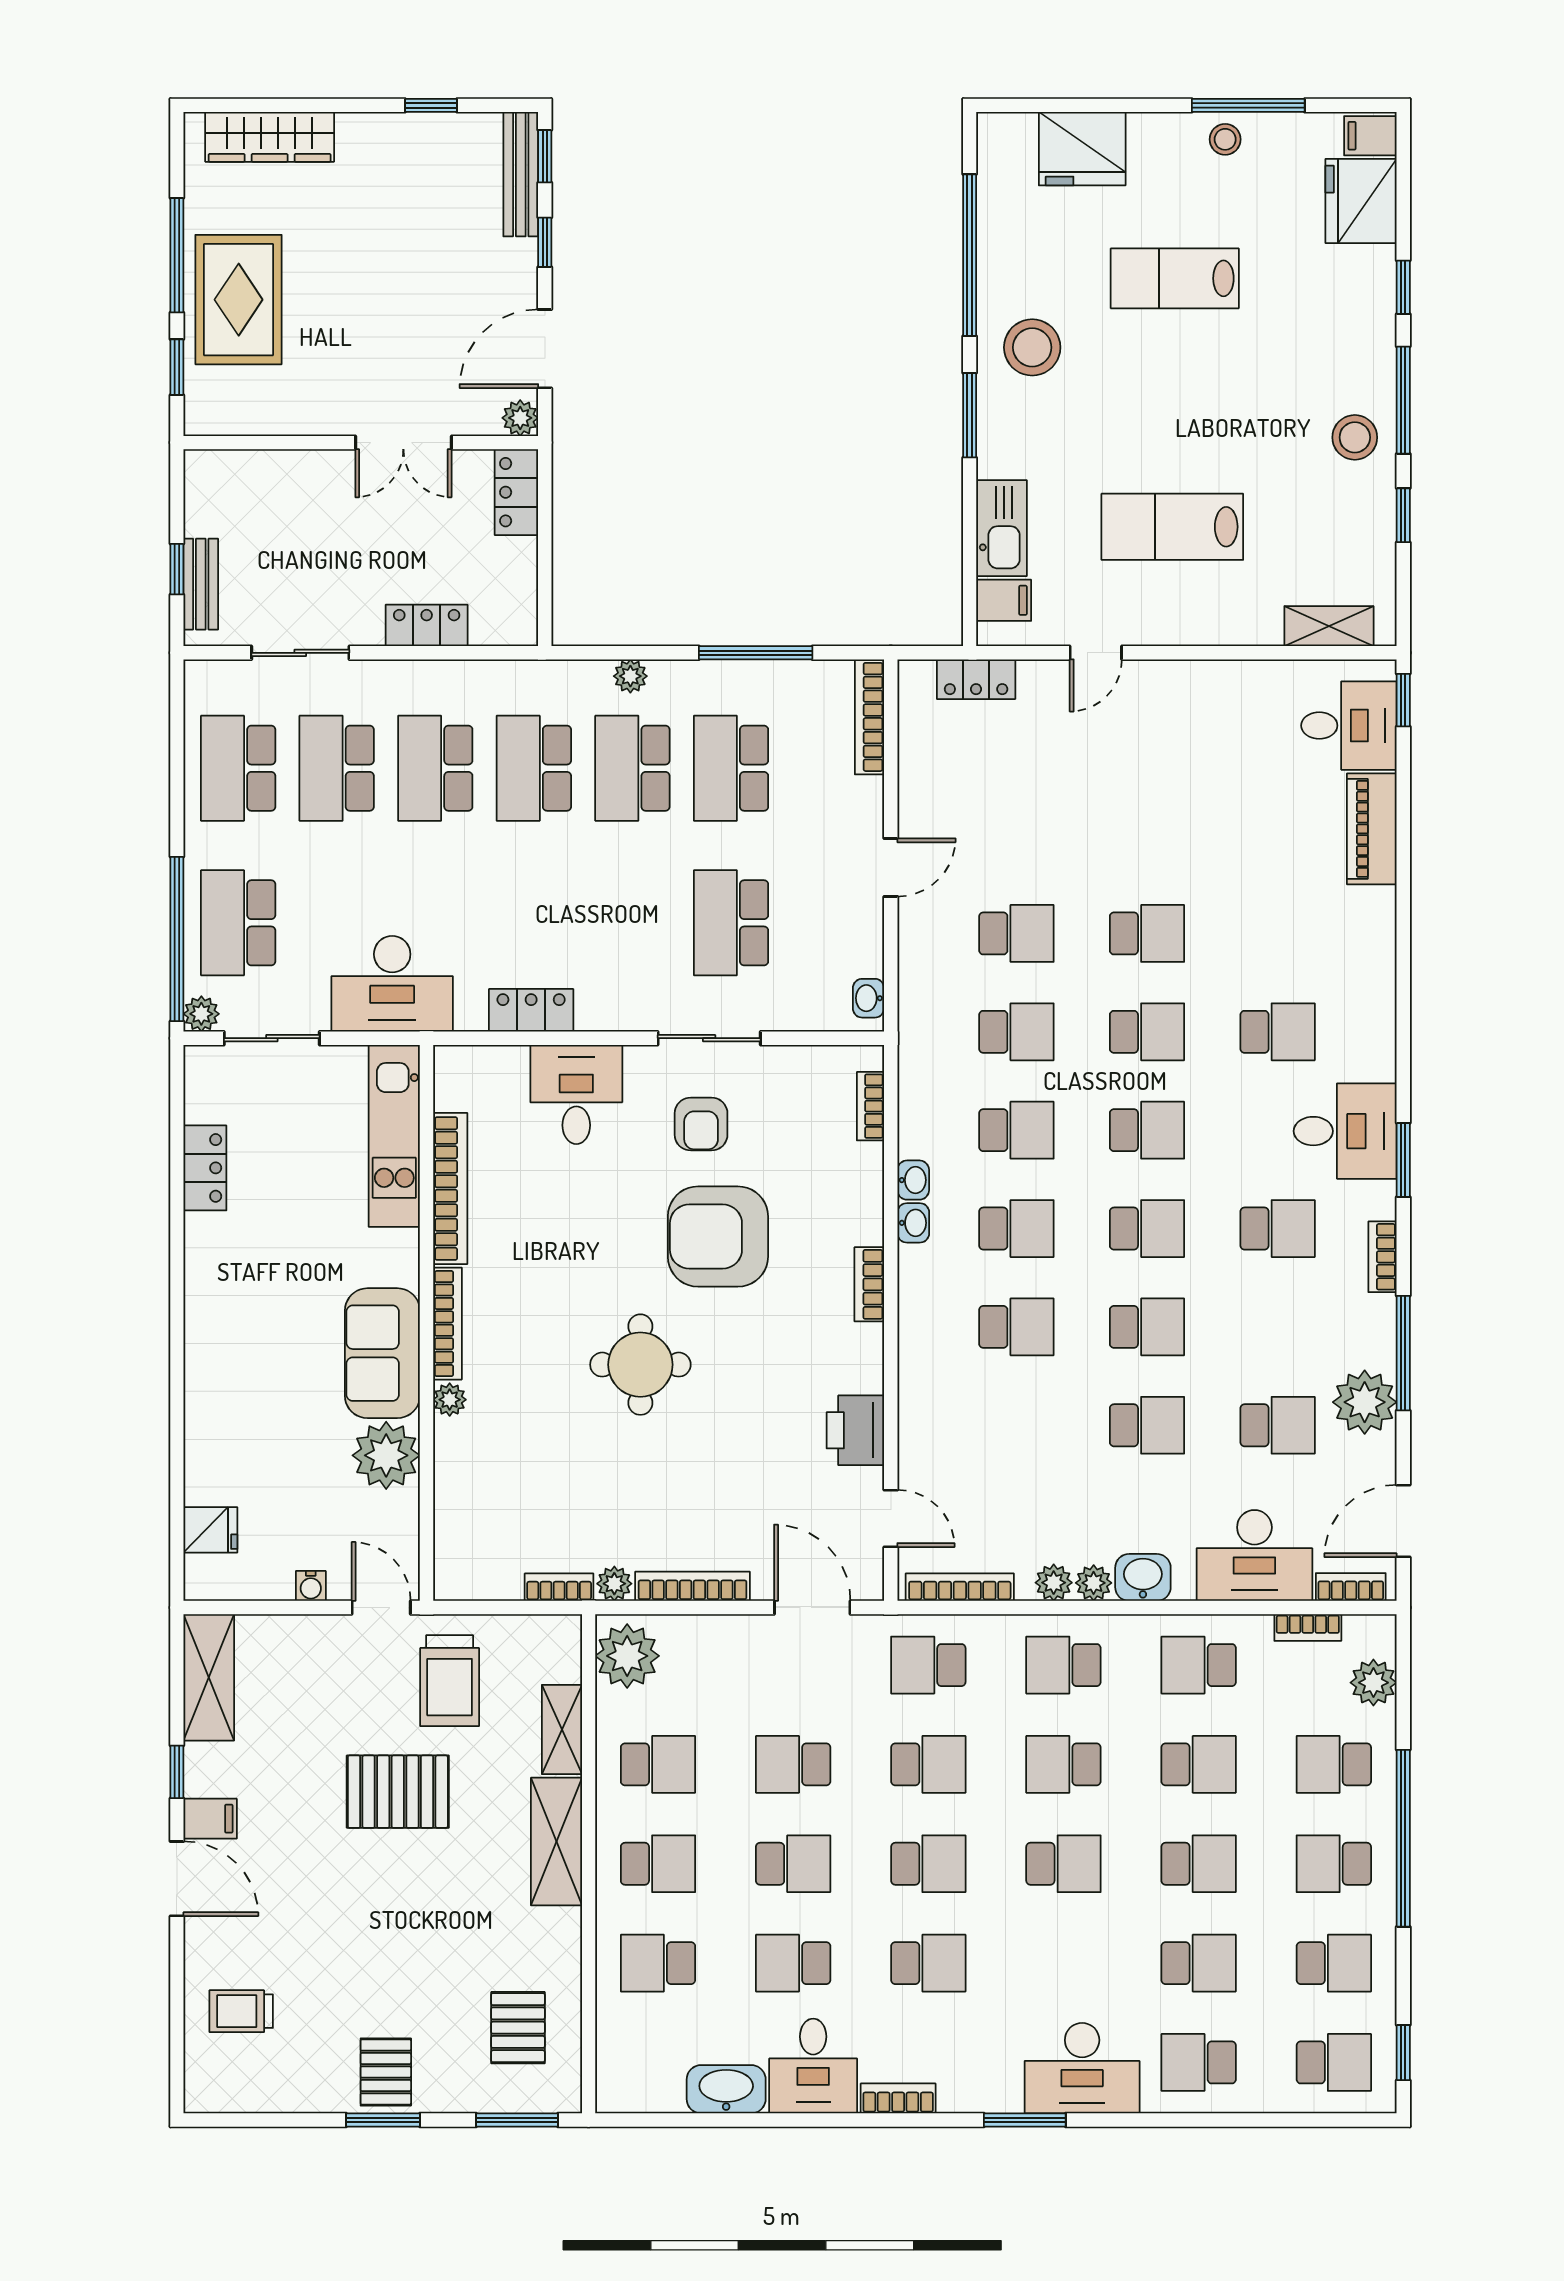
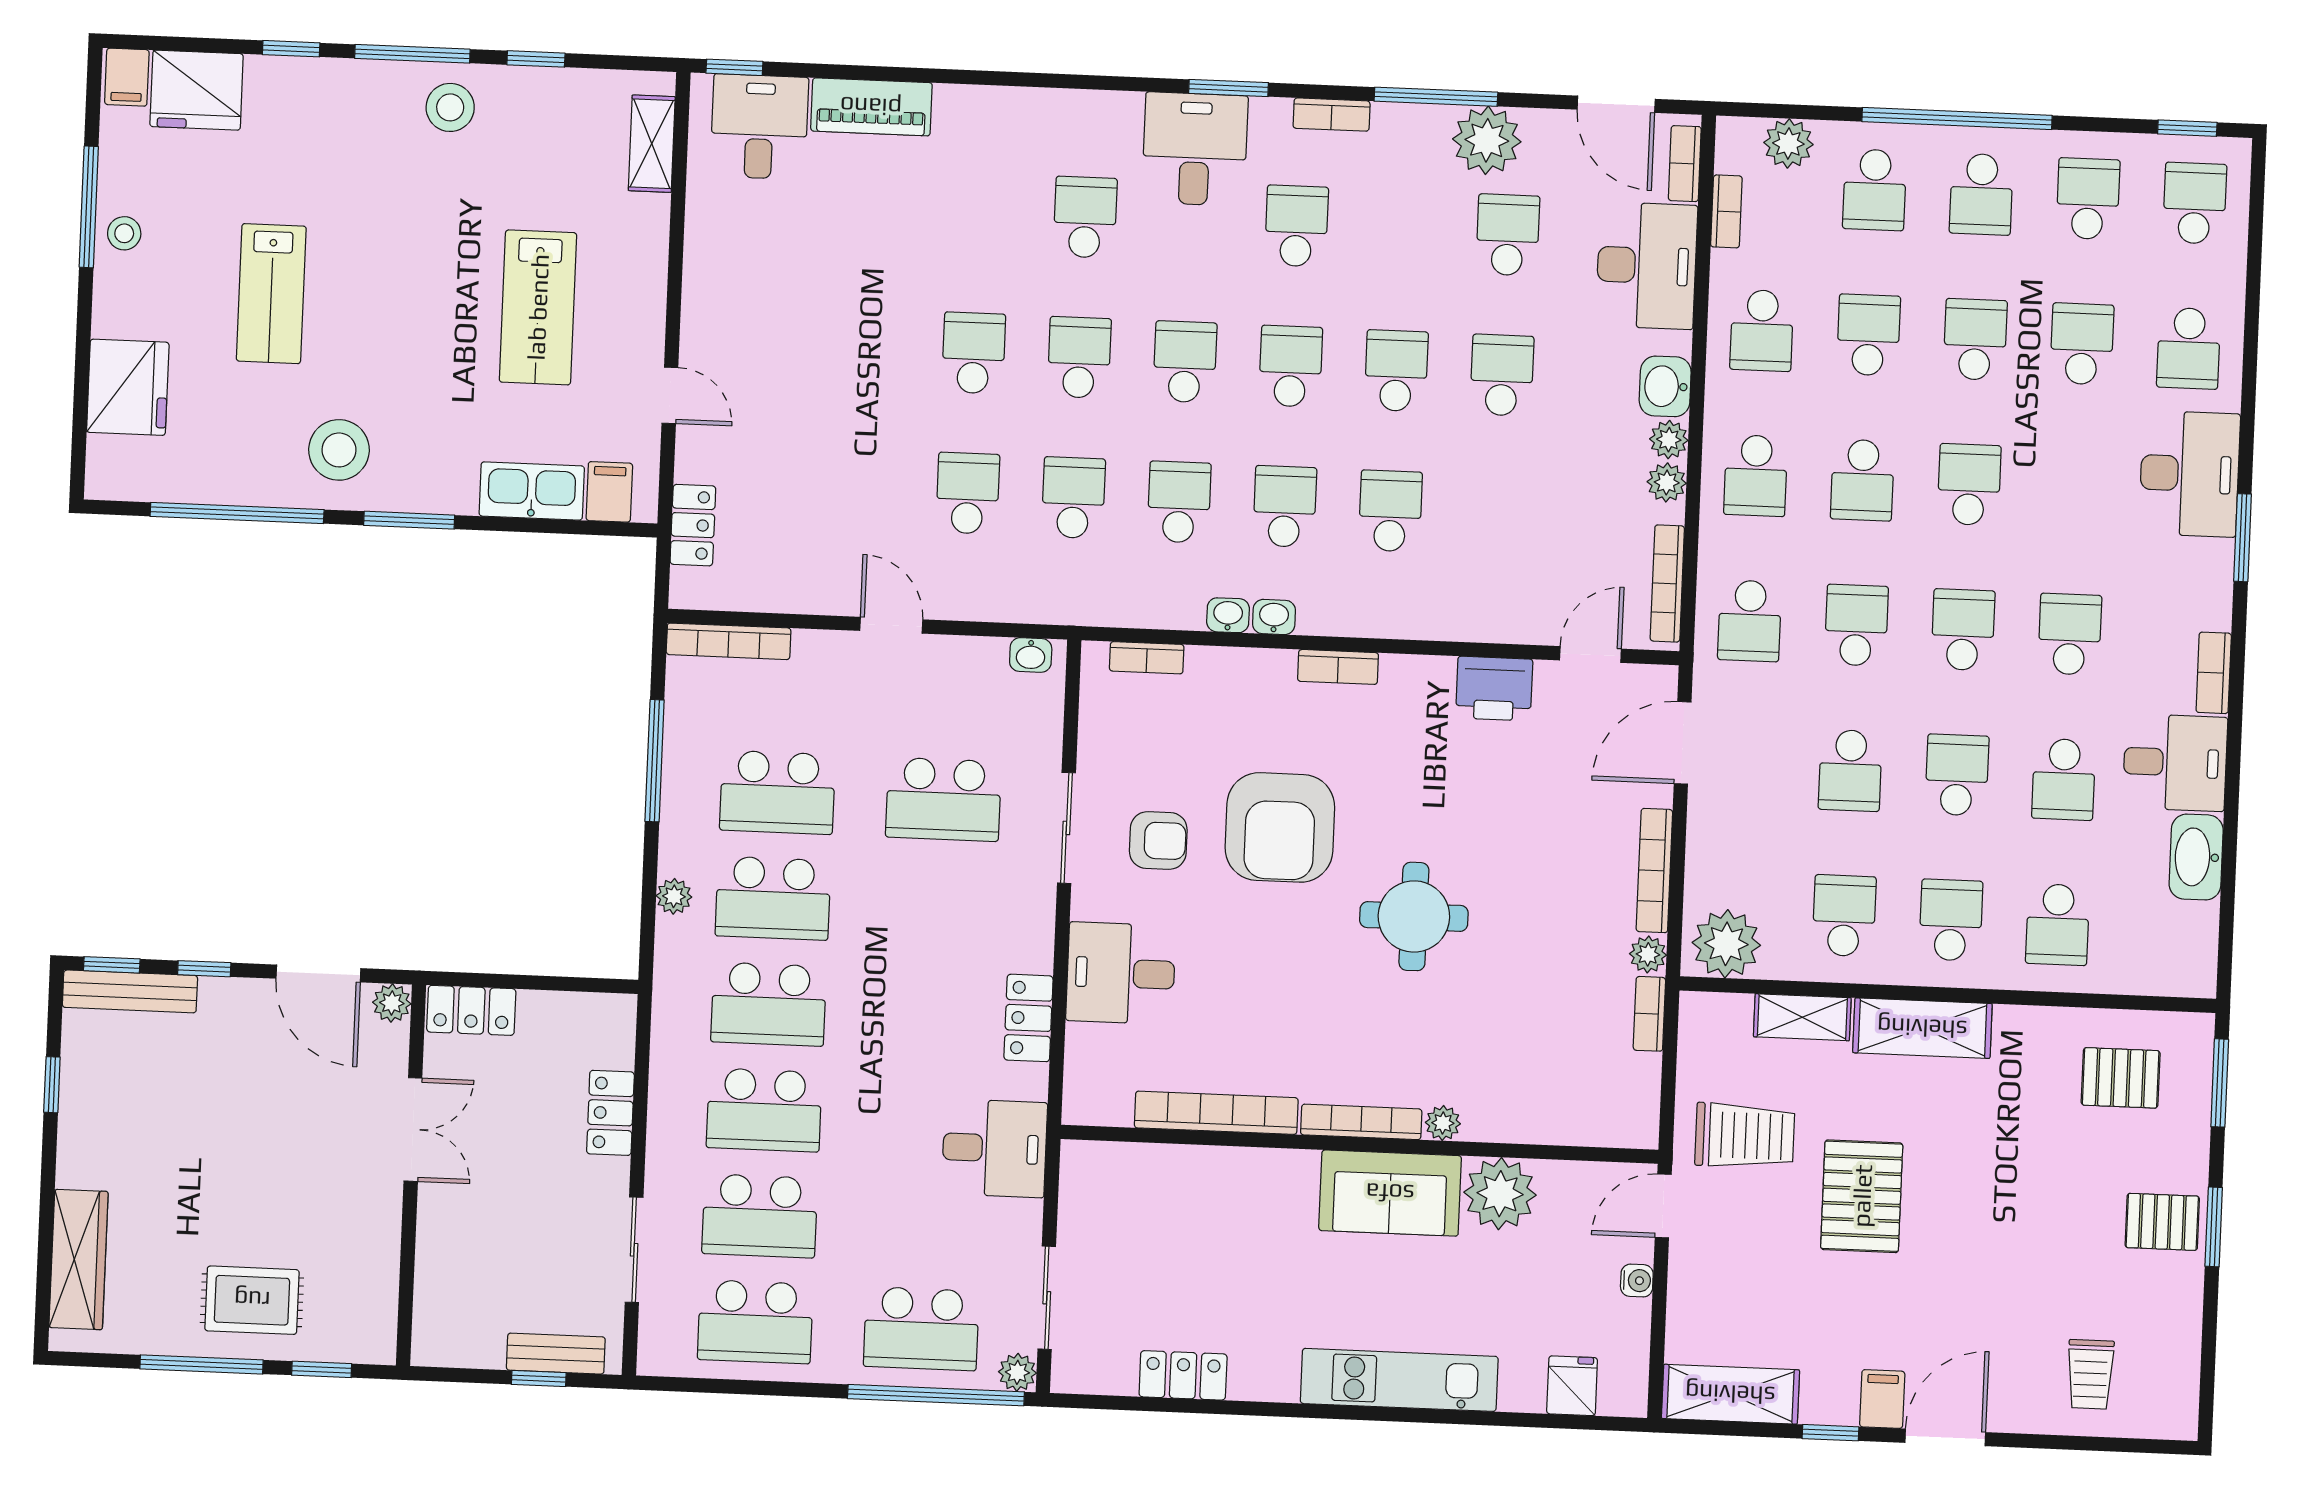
rug: (239, 300) -> (252, 1300), width x0.73, depth x0.70
desk: (392, 984) -> (994, 1148), width x0.73
kitchen unit: (394, 1136) -> (1399, 1380), moved, turned 180

